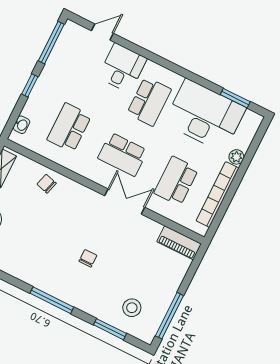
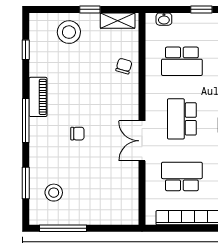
school desk: (69, 128) -> (182, 61), turned 180
double door: (125, 202) -> (142, 141), swing flipped
piano: (179, 243) -> (38, 97), moved, turned 180

